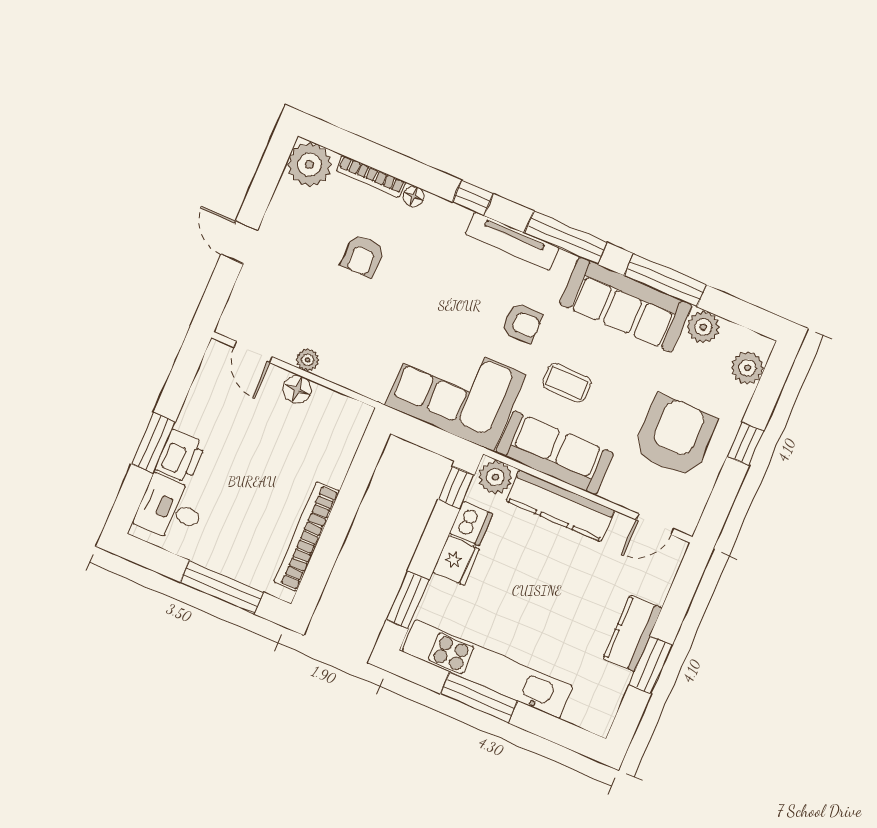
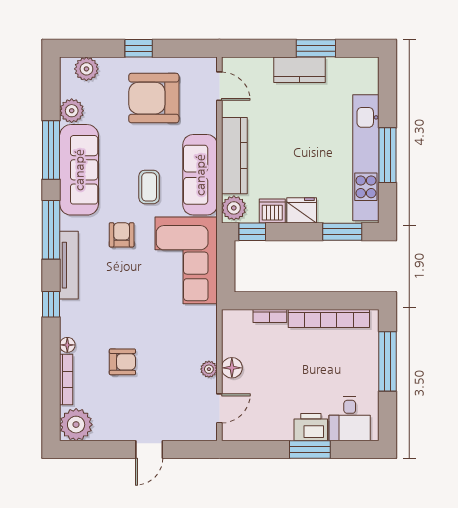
bookcase: (341, 464) -> (270, 316), added

